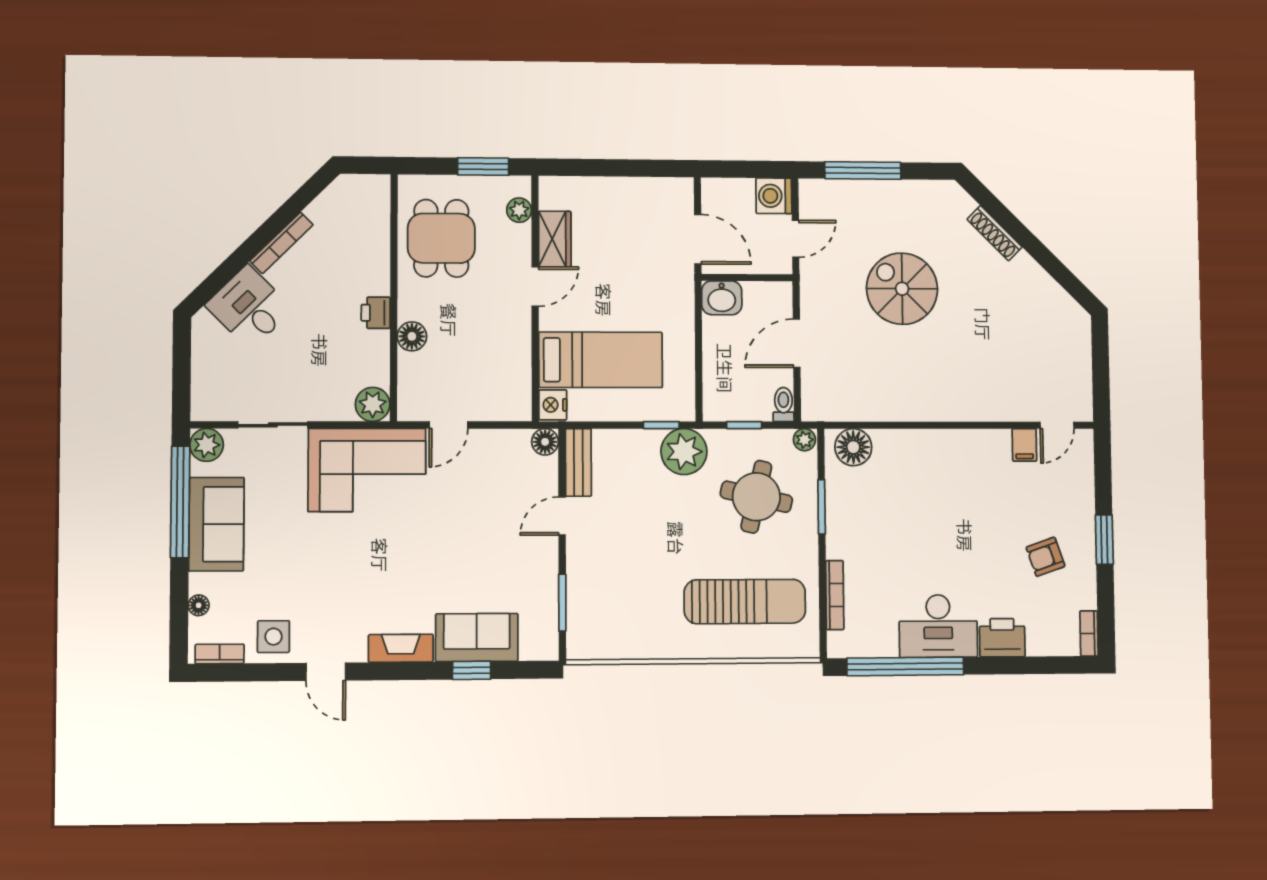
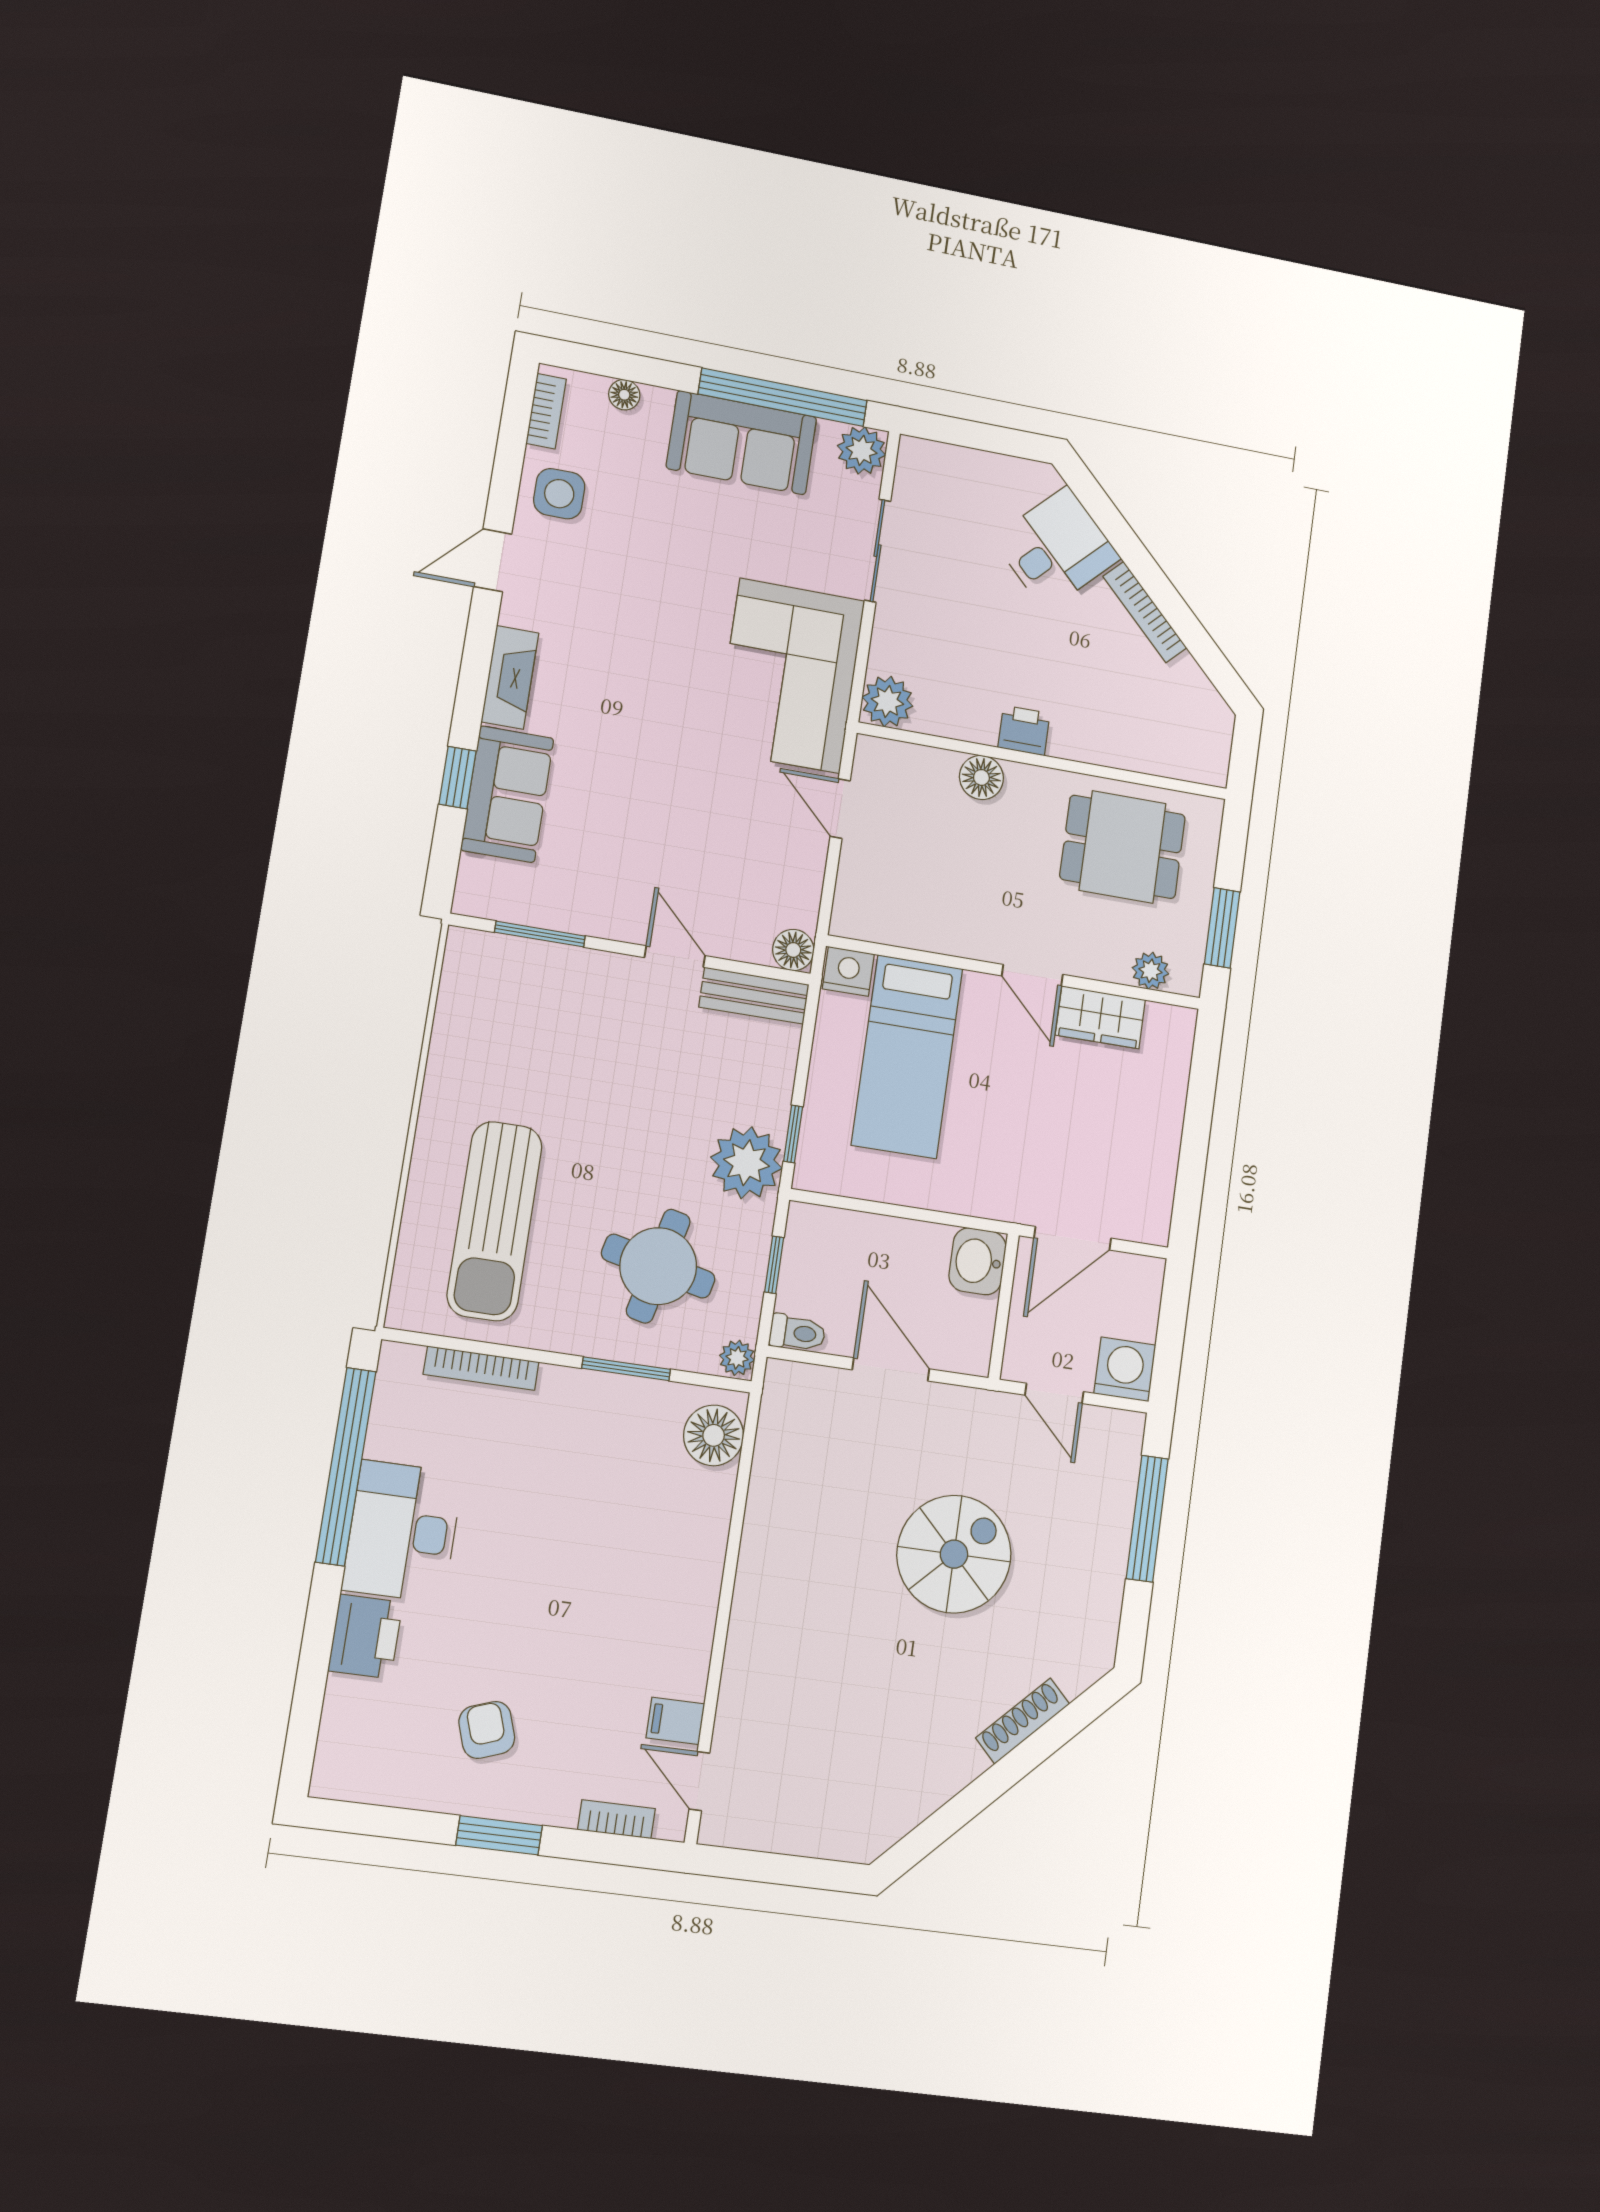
bookcase: (1089, 633) -> (616, 1819), moved

